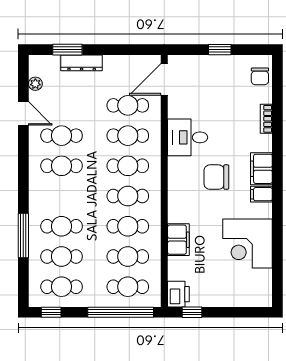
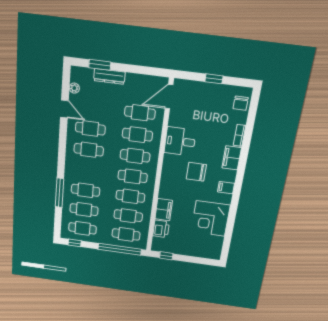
filing cabinet: (261, 169) -> (232, 158), moved
printer: (178, 294) -> (161, 229), moved

